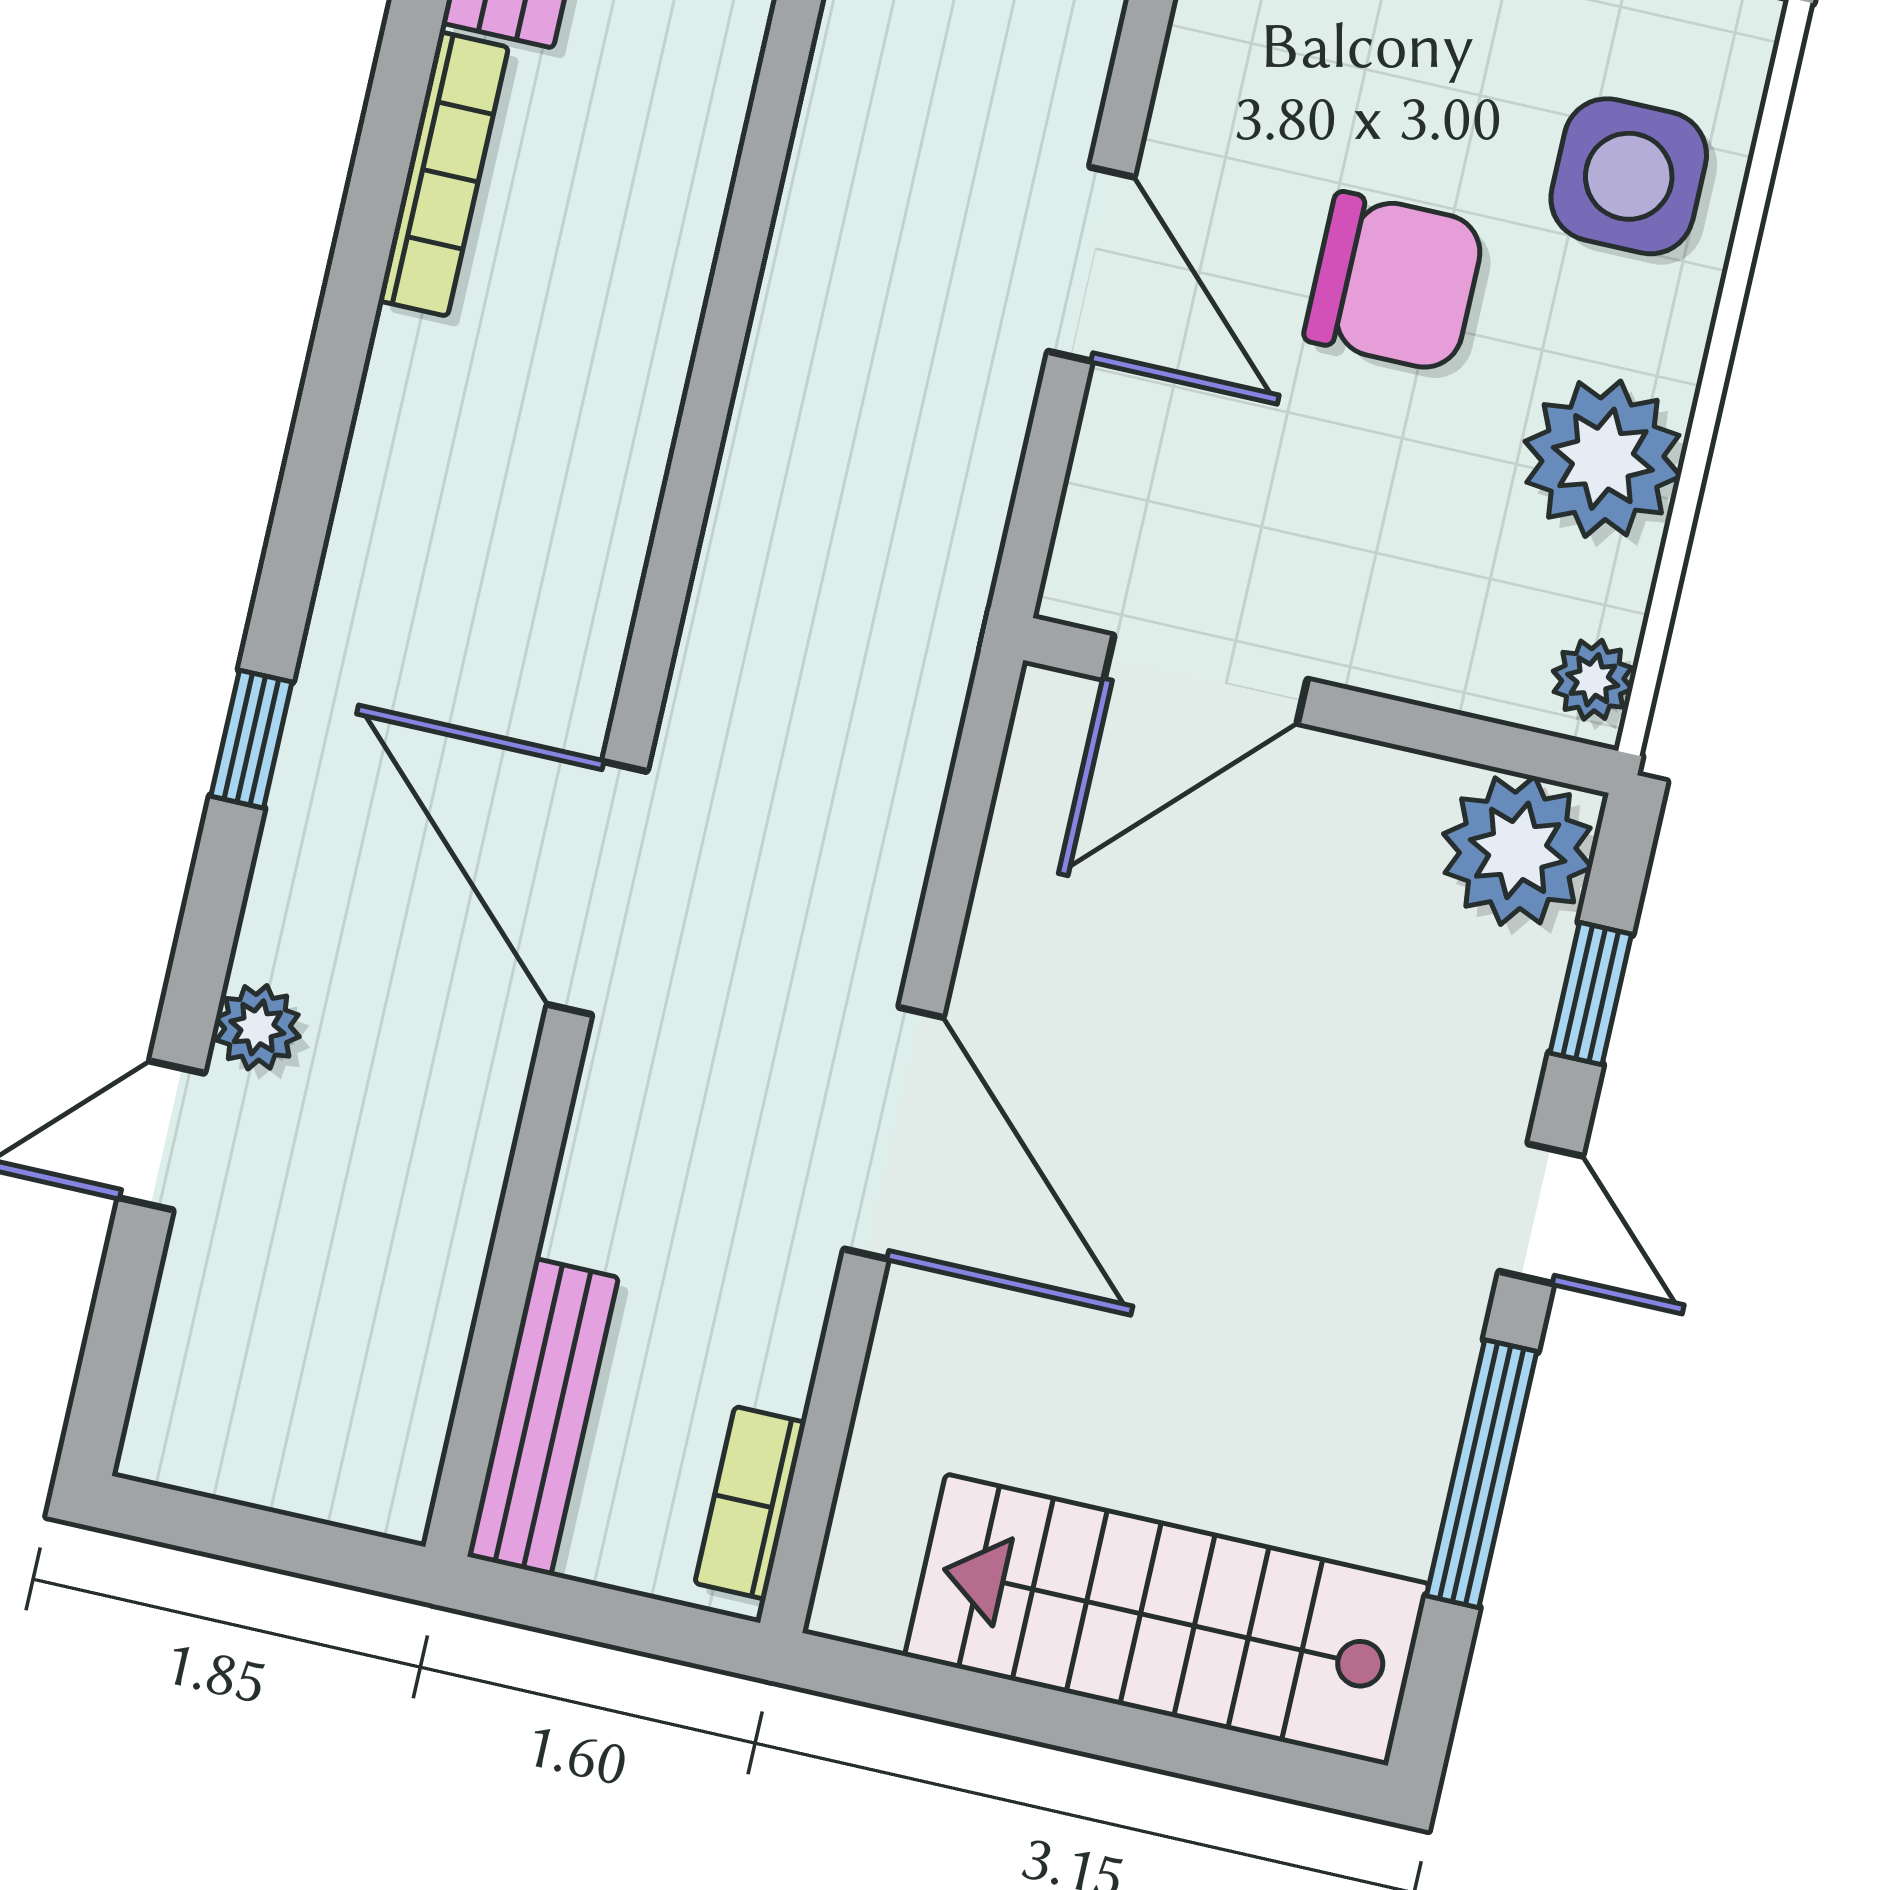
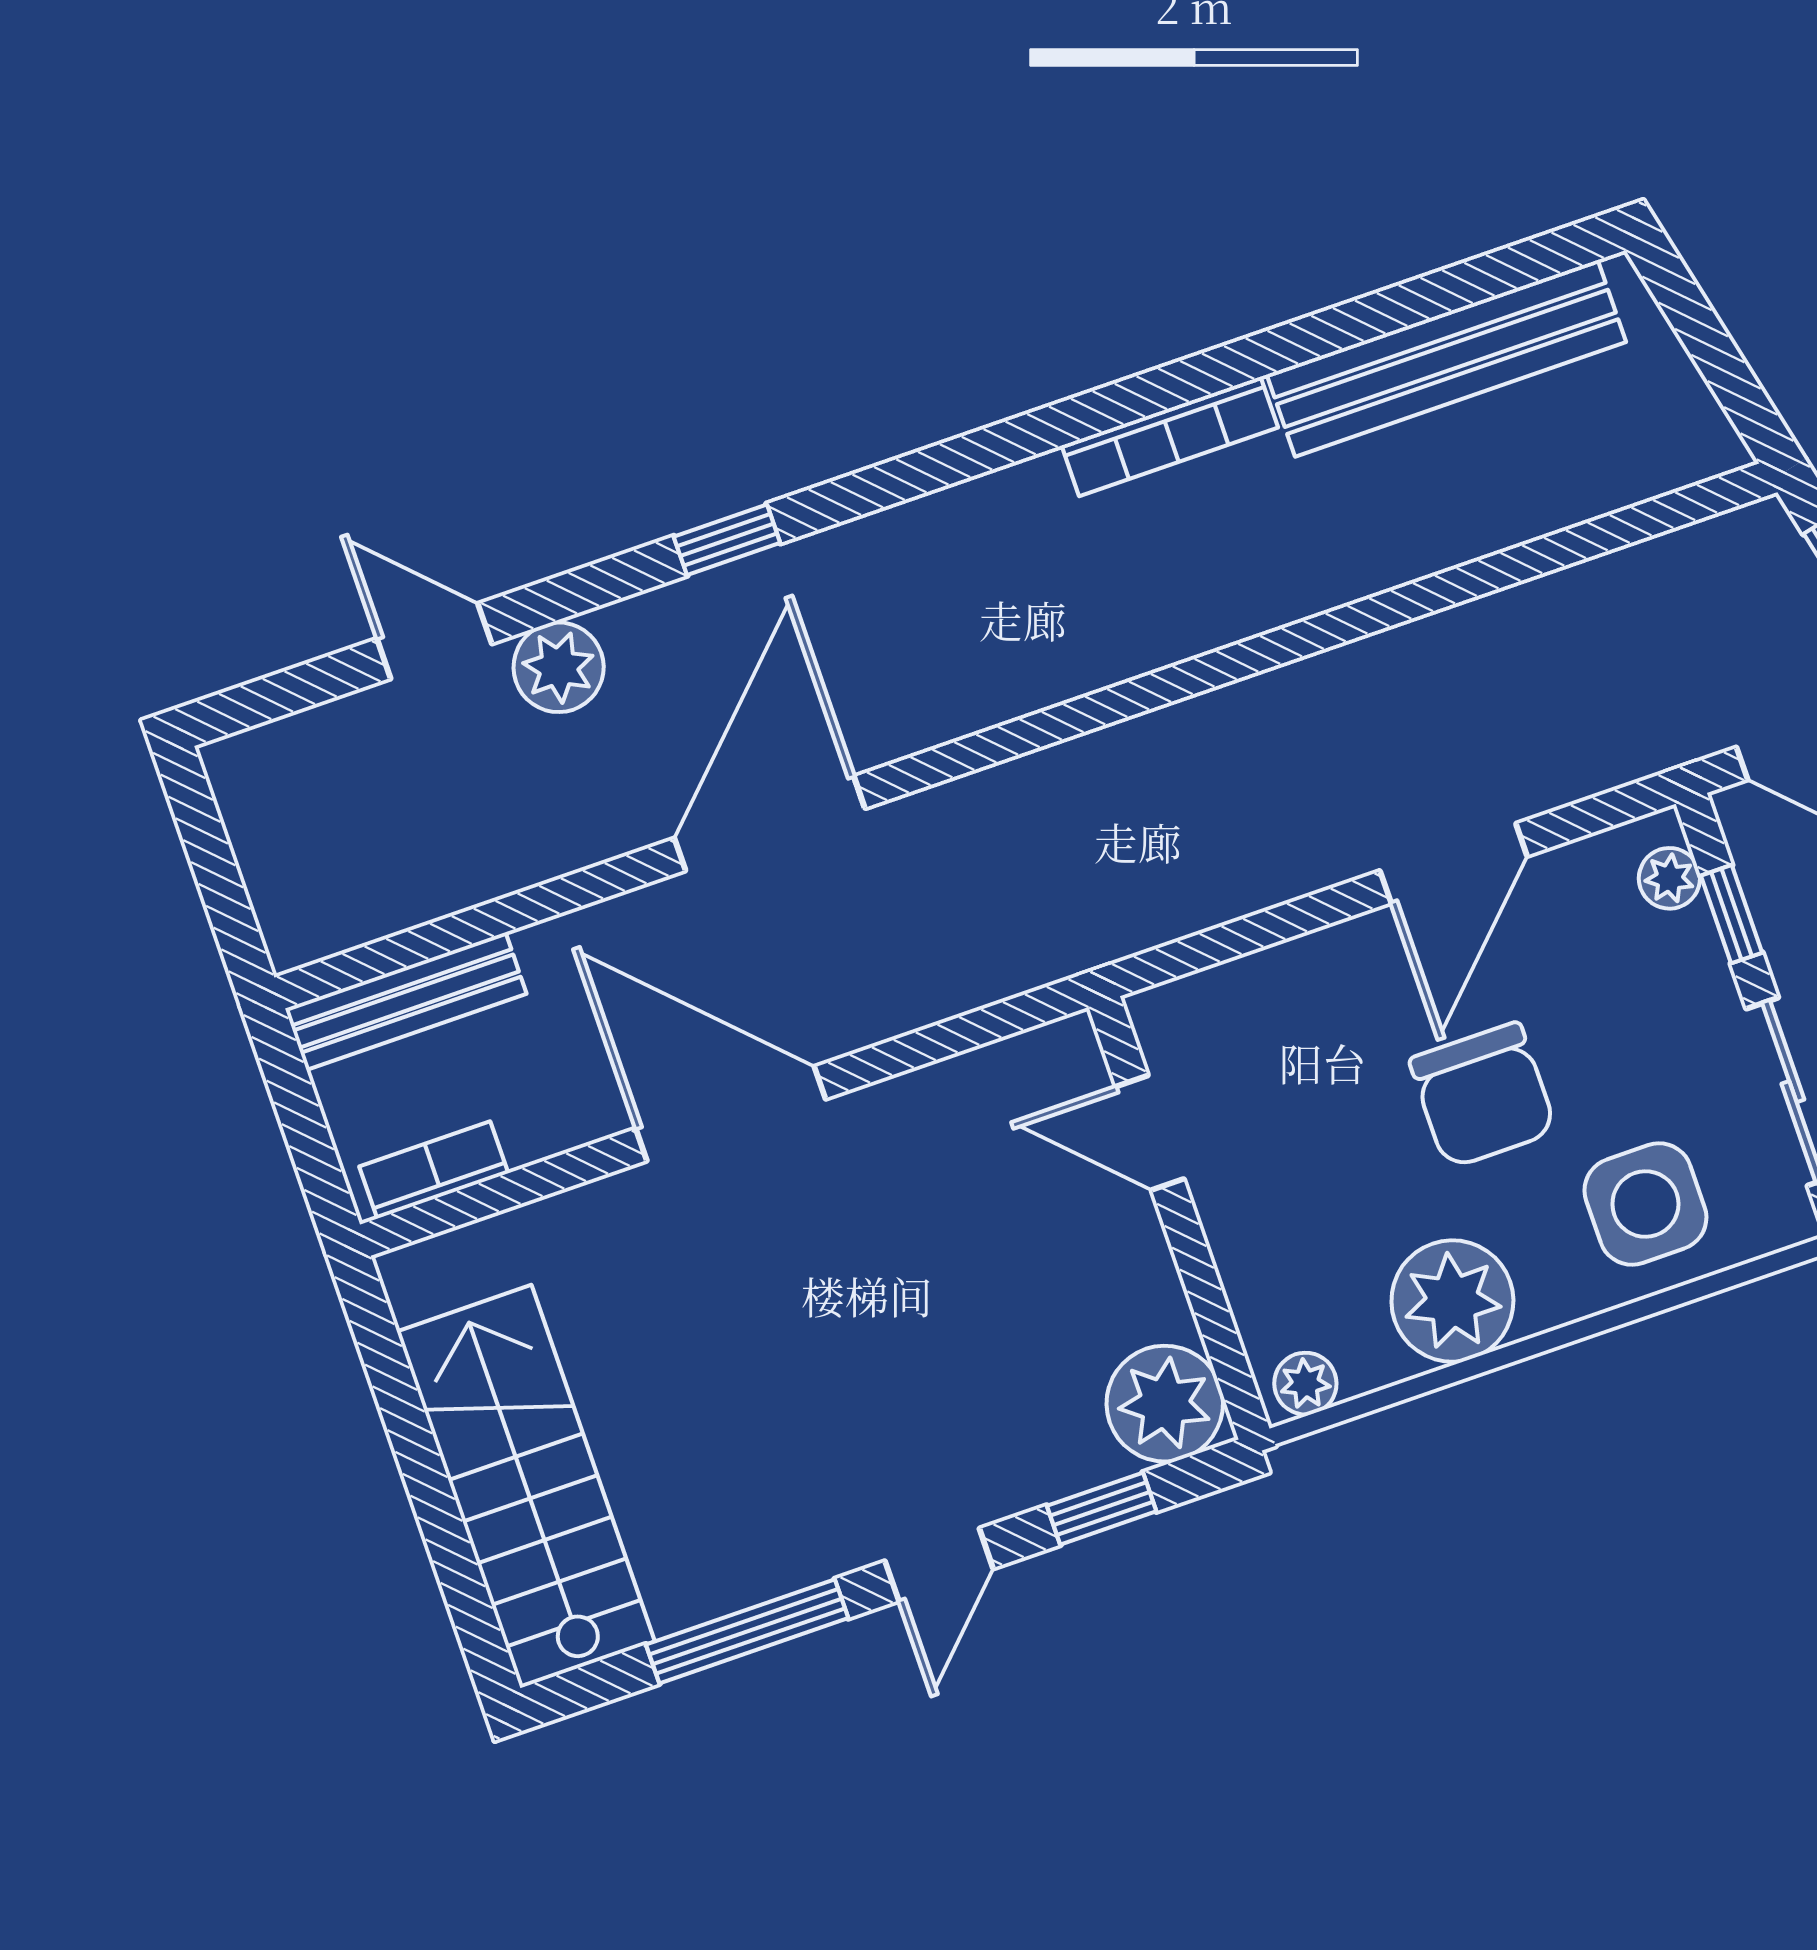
door: (1091, 264) -> (1454, 863), moved
door: (1205, 679) -> (1150, 1133), width x0.73
plant: (257, 1027) -> (559, 667), width x1.38, depth x1.38
door: (894, 1133) -> (731, 1114), swing flipped

